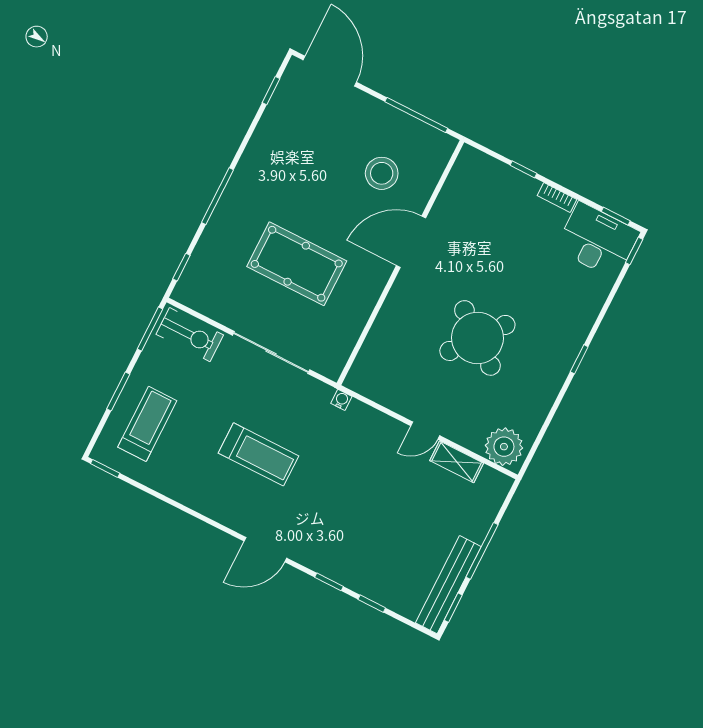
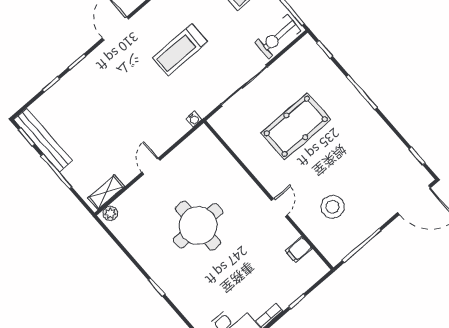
filing cabinet: (455, 194) -> (299, 250), added
door: (411, 242) -> (279, 208), width x0.53
round table: (477, 338) -> (198, 226), turned -38
plant: (504, 447) -> (110, 213), width x0.53, depth x0.53
shelving: (457, 462) -> (106, 192), moved

